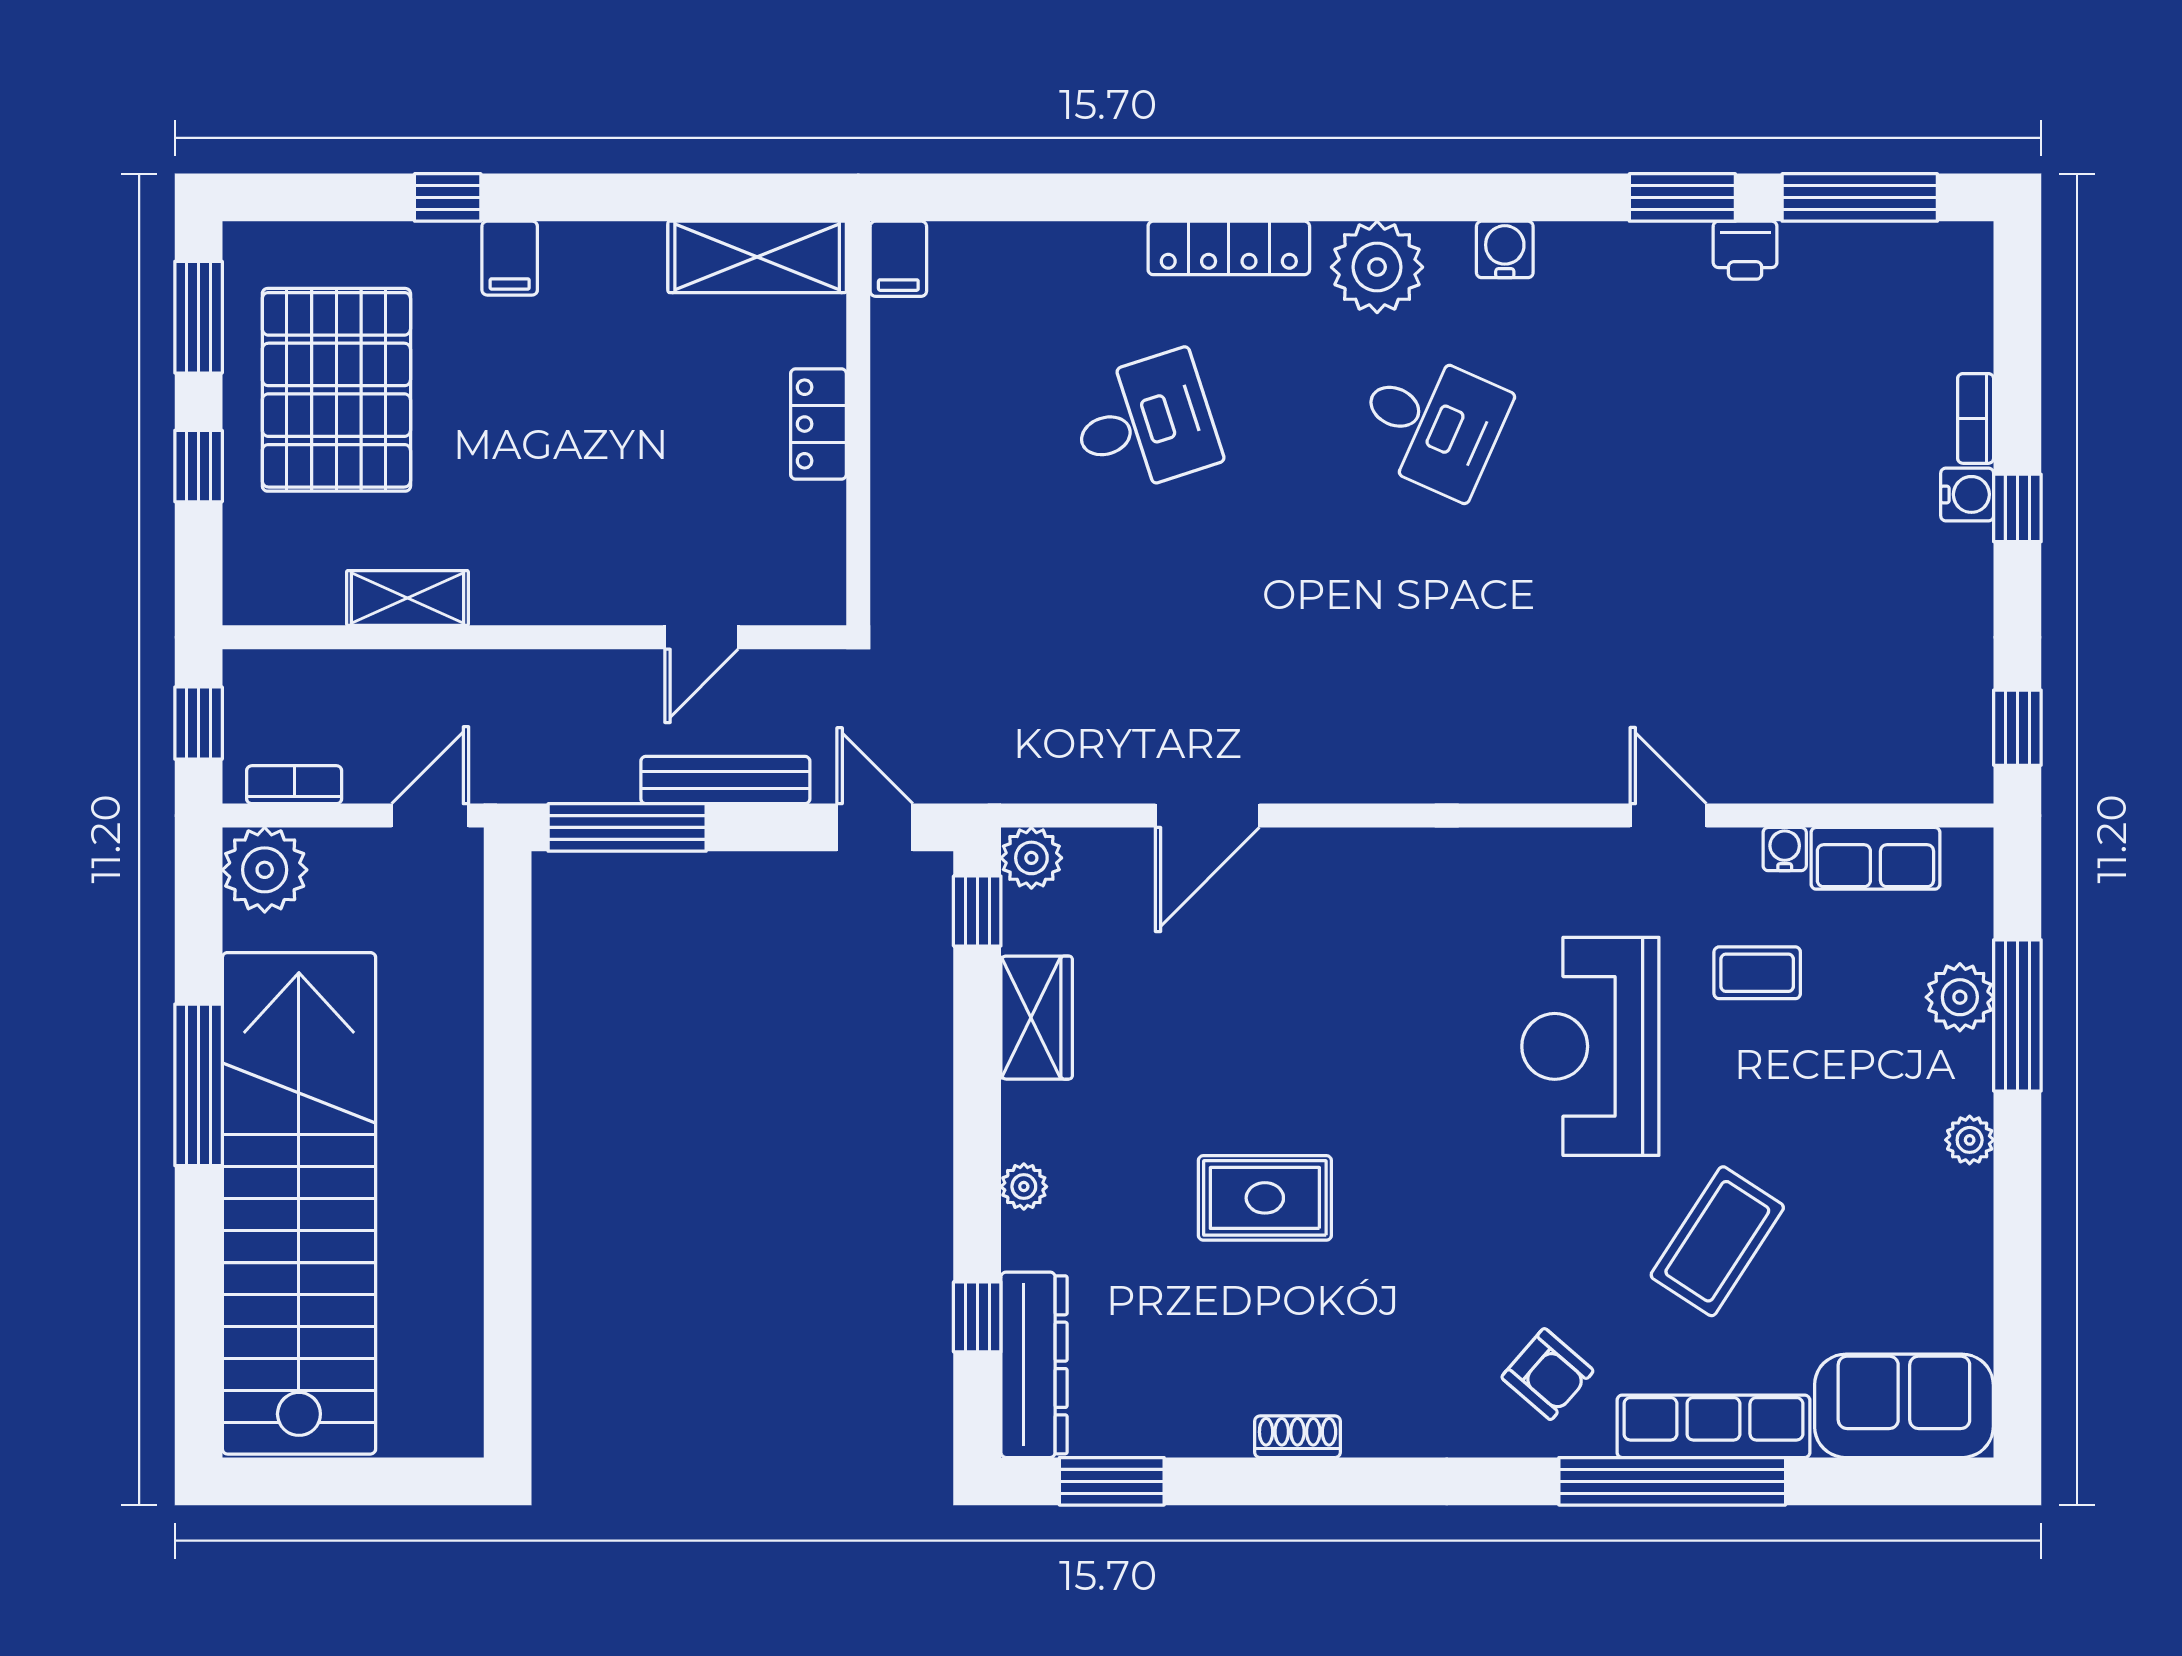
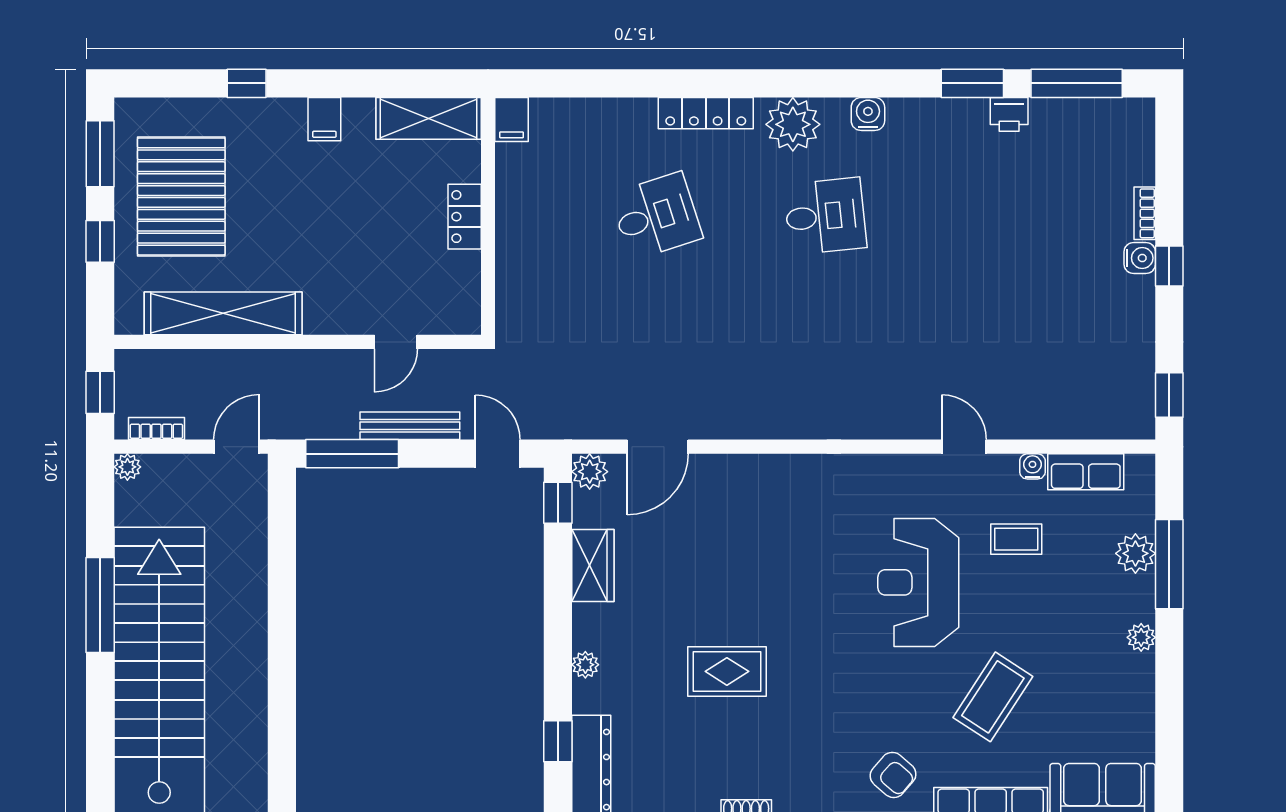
filing cabinet: (510, 258) -> (324, 119), moved
desk: (1432, 423) -> (825, 216), turned -30
shelving: (407, 598) -> (223, 313), width x2.20, depth x1.33
door: (1207, 816) -> (658, 447), moved
plant: (265, 870) -> (127, 467), width x0.53, depth x0.53

